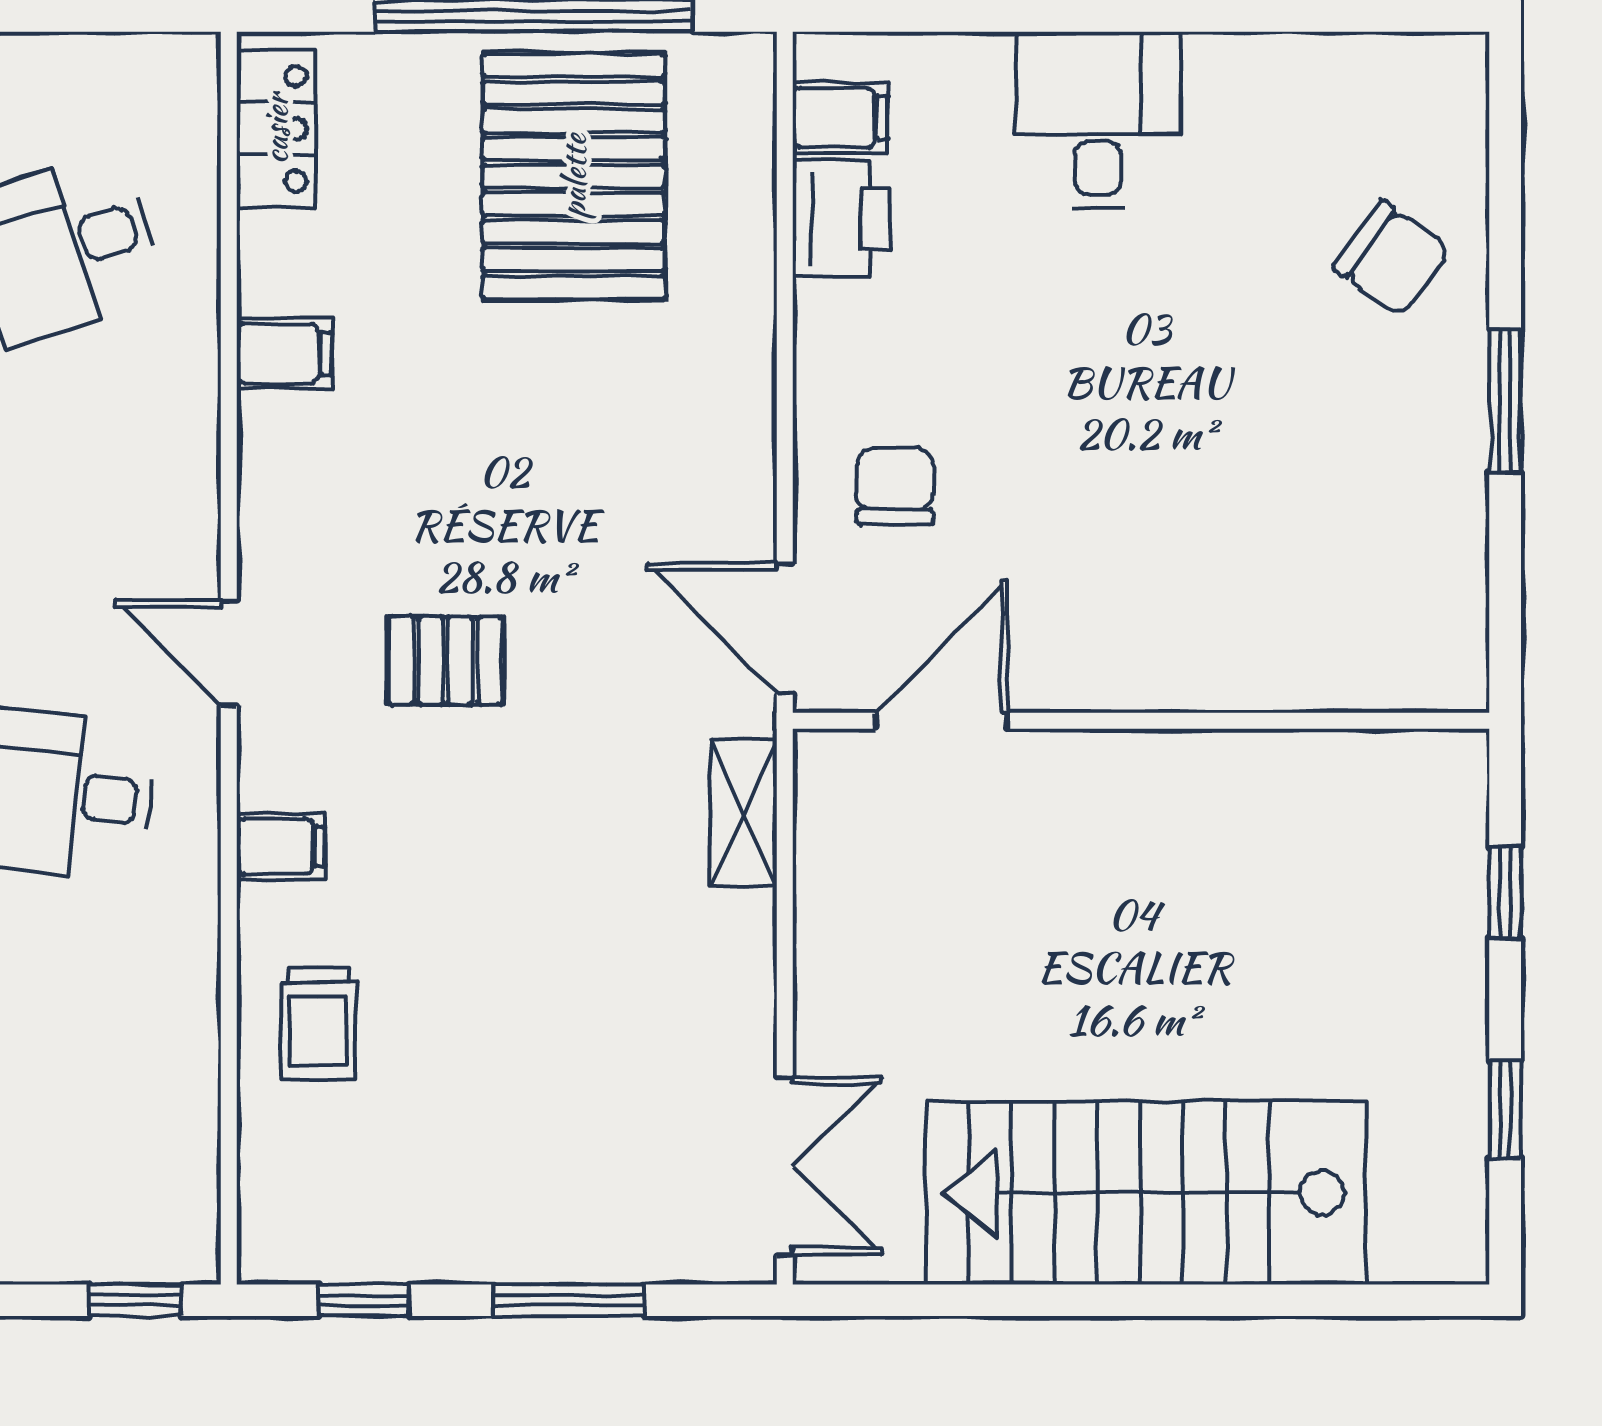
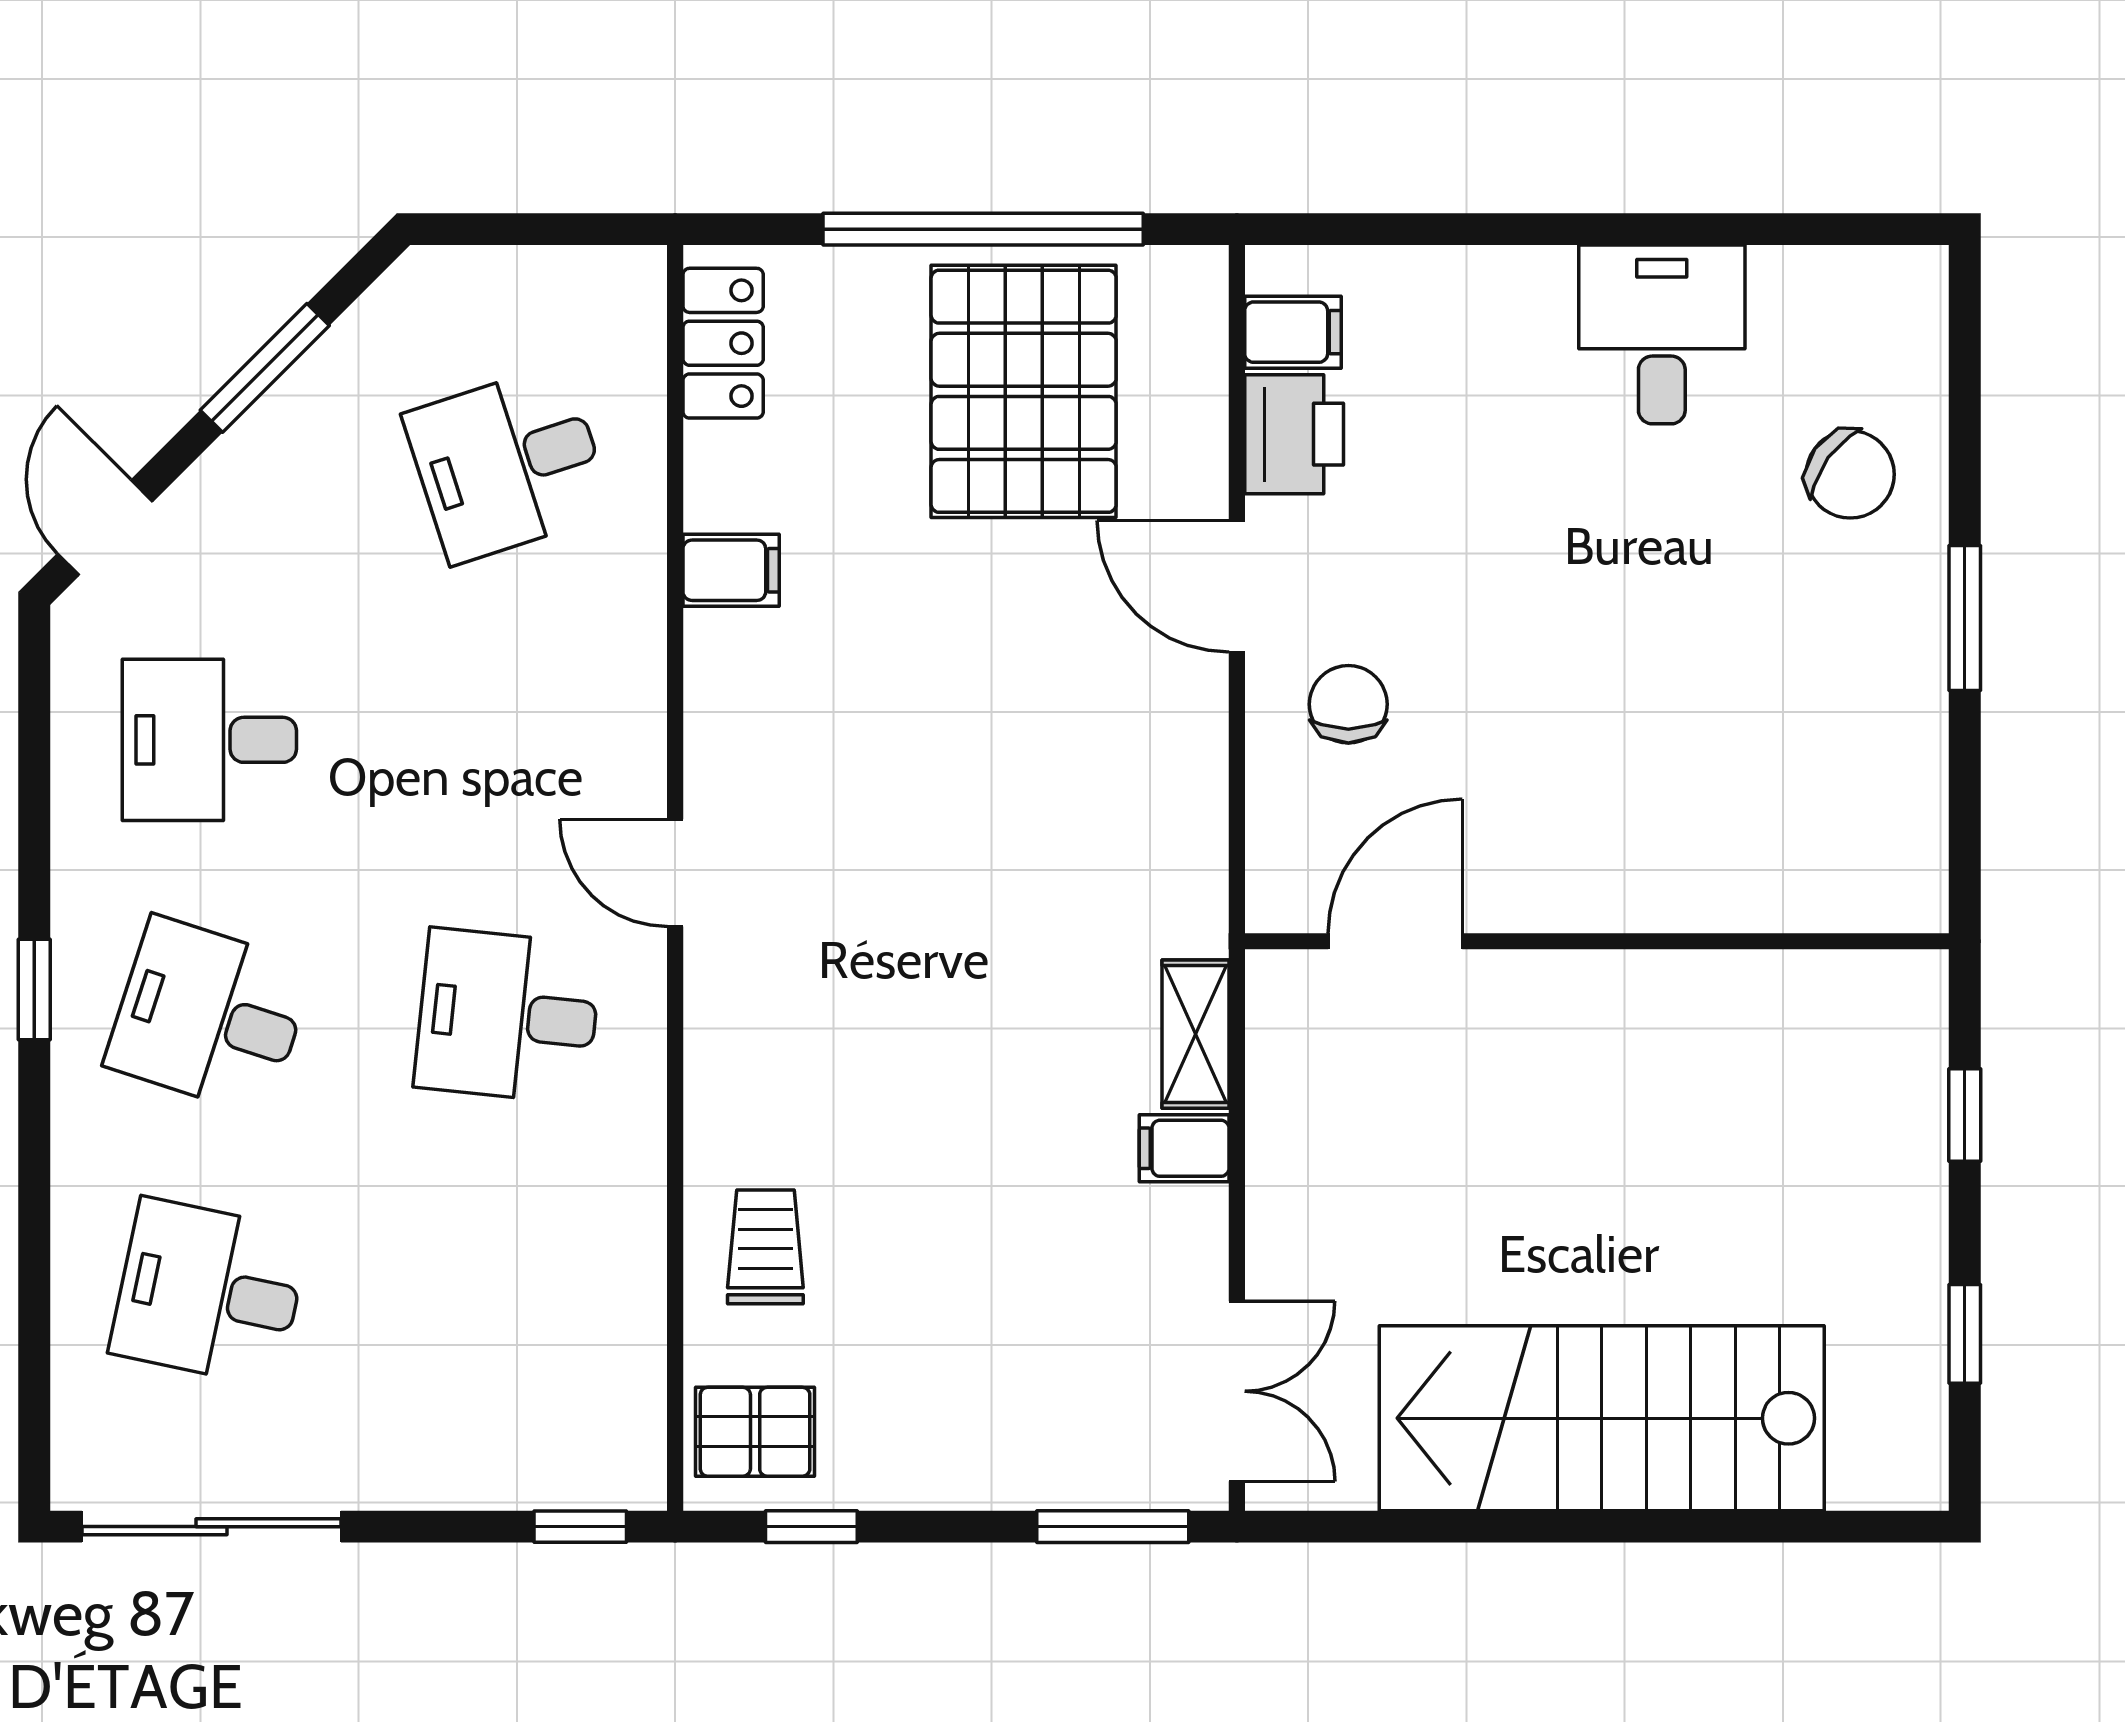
desk: (1098, 120) -> (1662, 334), moved
door: (785, 628) -> (1237, 586), moved
pallet: (445, 661) -> (755, 1432), moved
filing cabinet: (281, 846) -> (1184, 1148), moved, turned 180
trolley: (318, 1023) -> (765, 1247), turned 180
window: (569, 1300) -> (1113, 1527), moved

